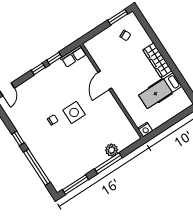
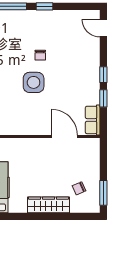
wardrobe: (157, 60) -> (49, 205), moved
door: (105, 80) -> (65, 136), moved

